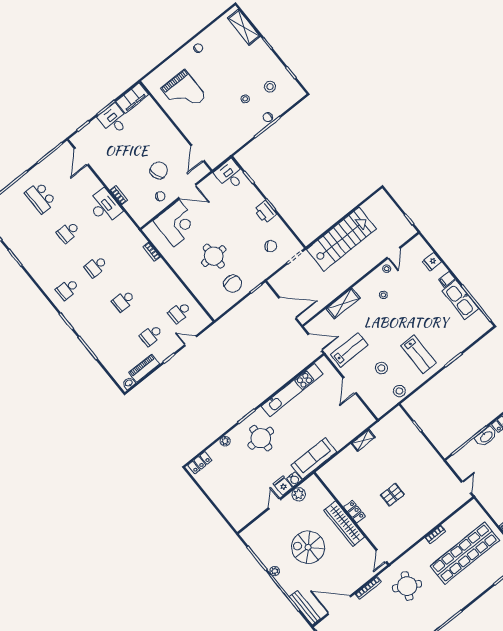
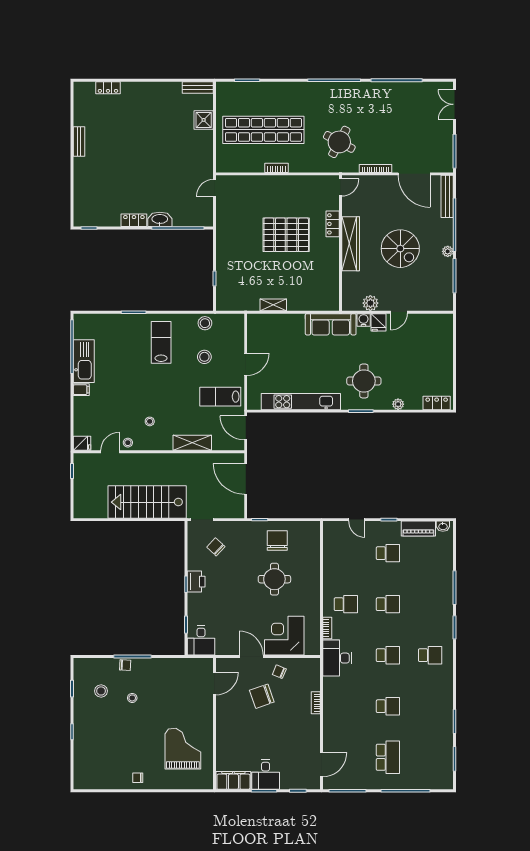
shelving: (244, 27) -> (82, 764), removed
desk: (104, 207) -> (337, 658), moved
fridge: (432, 262) -> (82, 443), moved
school desk: (180, 312) -> (346, 604), moved
pallet: (393, 495) -> (286, 235), width x2.05, depth x2.00
locker: (355, 512) -> (333, 224), moved

